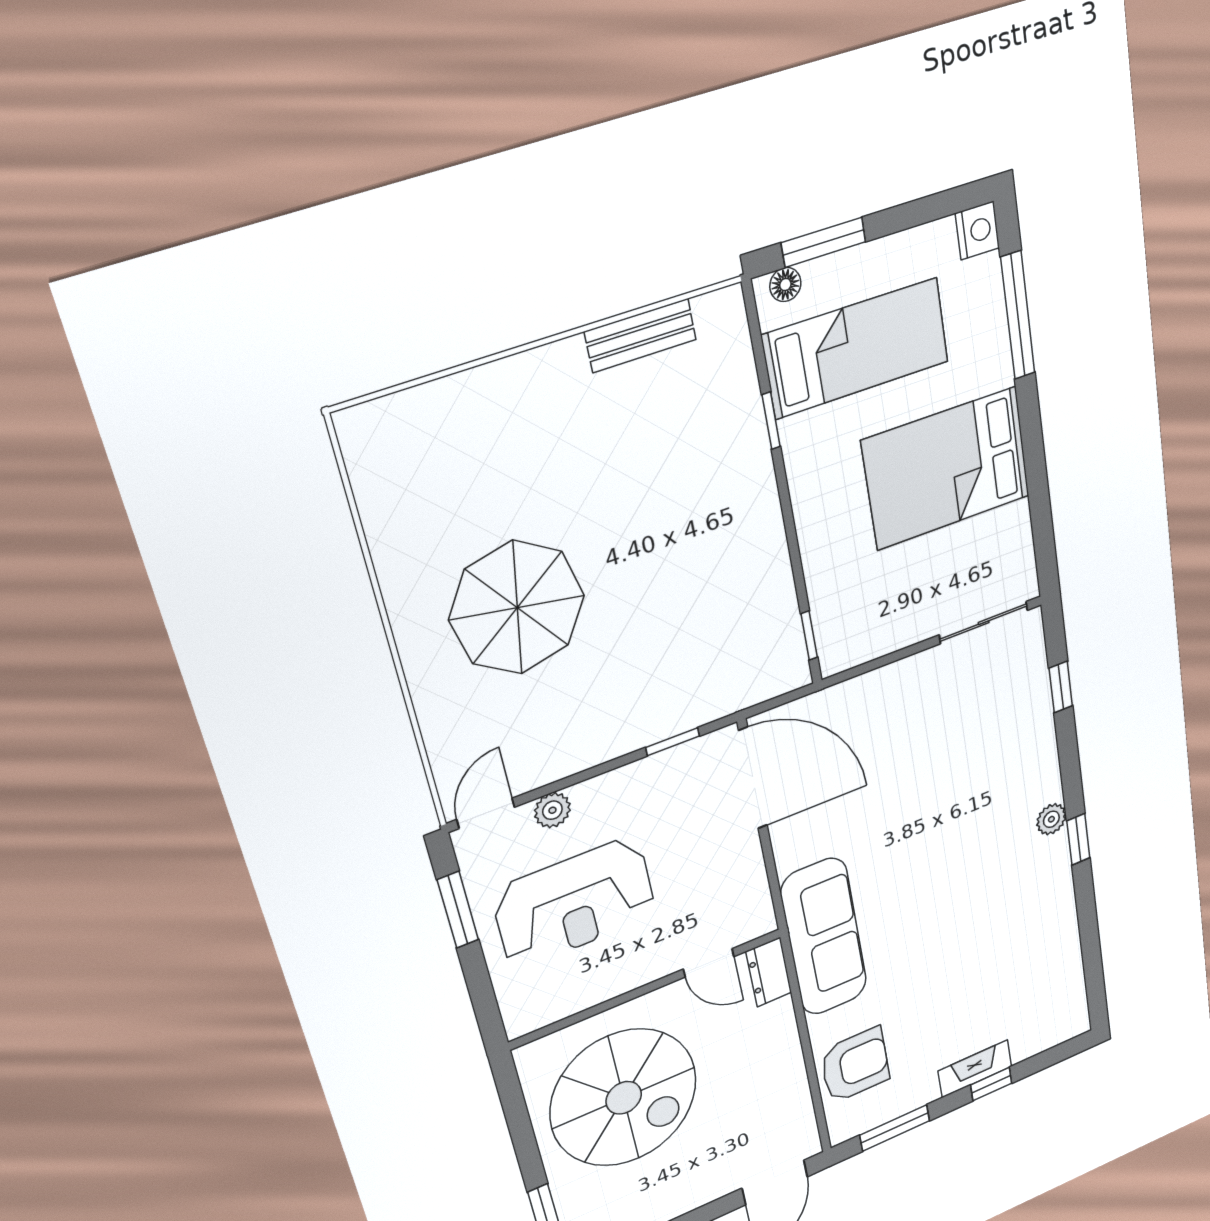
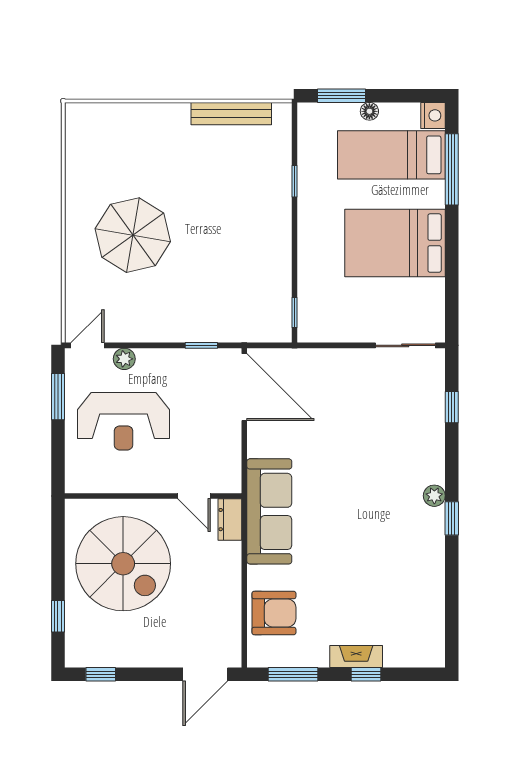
floor lamp: (785, 285) -> (369, 111), moved
bench: (641, 336) -> (231, 114), width x1.36
bed: (856, 348) -> (391, 155), moved, turned 180

